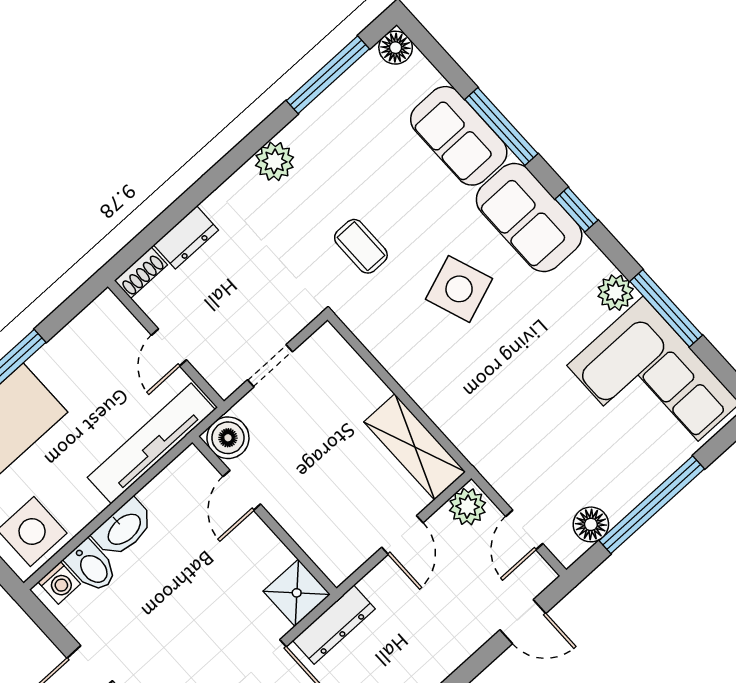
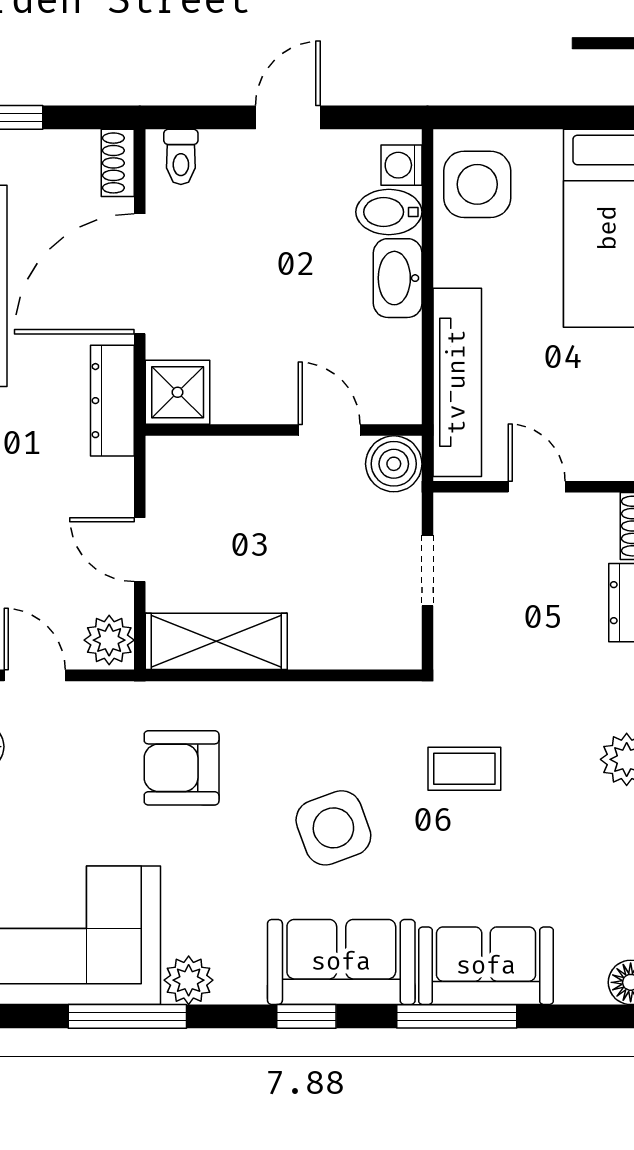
armchair: (502, 403) -> (182, 768), added

